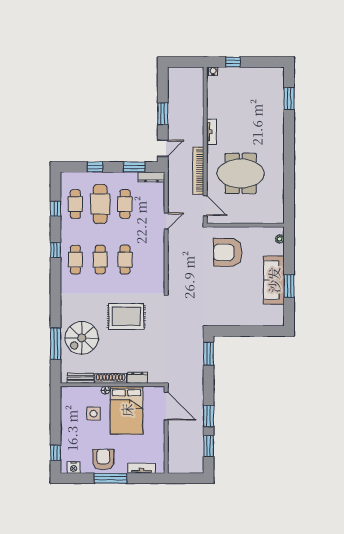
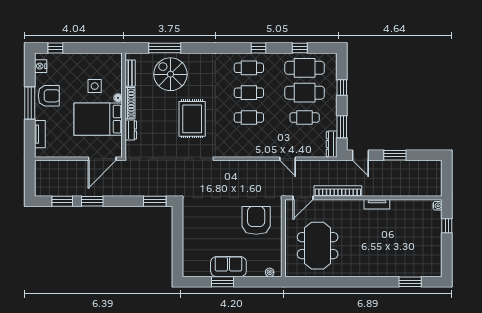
meeting table: (241, 173) -> (318, 246), moved
cafe table: (75, 204) -> (305, 68), width x1.37, depth x1.35
sofa: (274, 280) -> (228, 267), width x0.73

